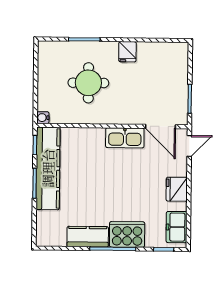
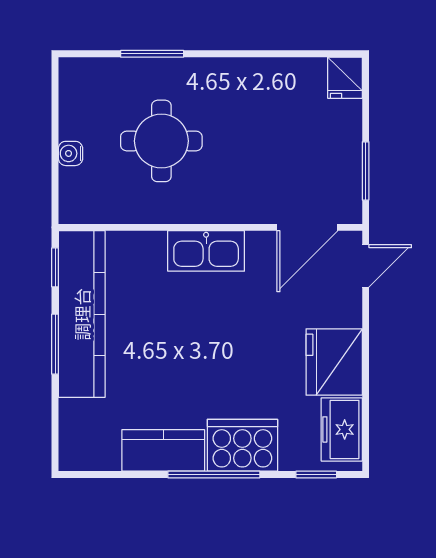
fridge: (127, 52) -> (345, 78), moved
water cooler: (43, 118) -> (70, 153), moved
door: (161, 127) -> (307, 227), hinge flipped
kitchen sink: (125, 138) -> (206, 251), moved
fridge: (177, 189) -> (334, 362), width x1.36, depth x1.34

